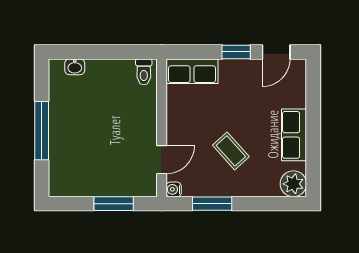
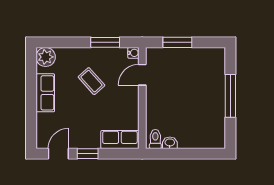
washbasin: (75, 67) -> (170, 143), moved

